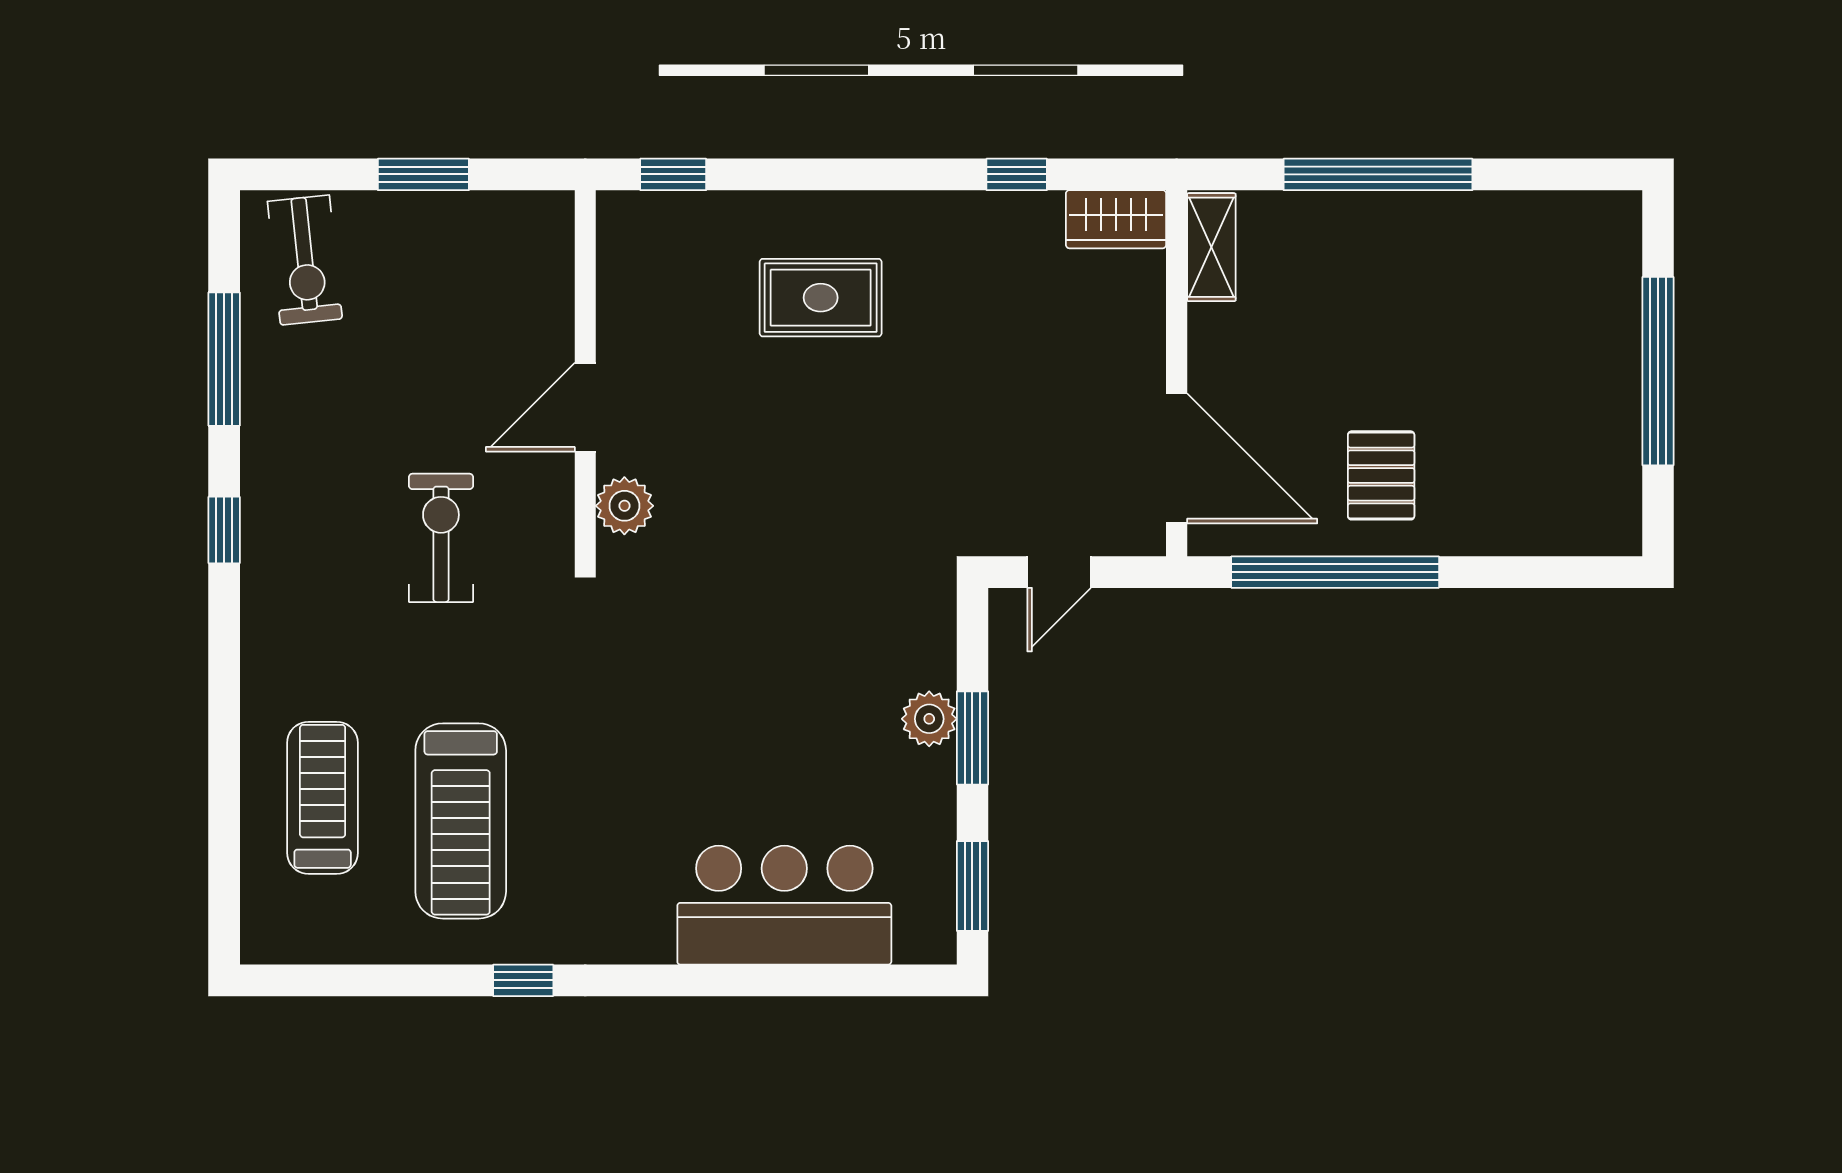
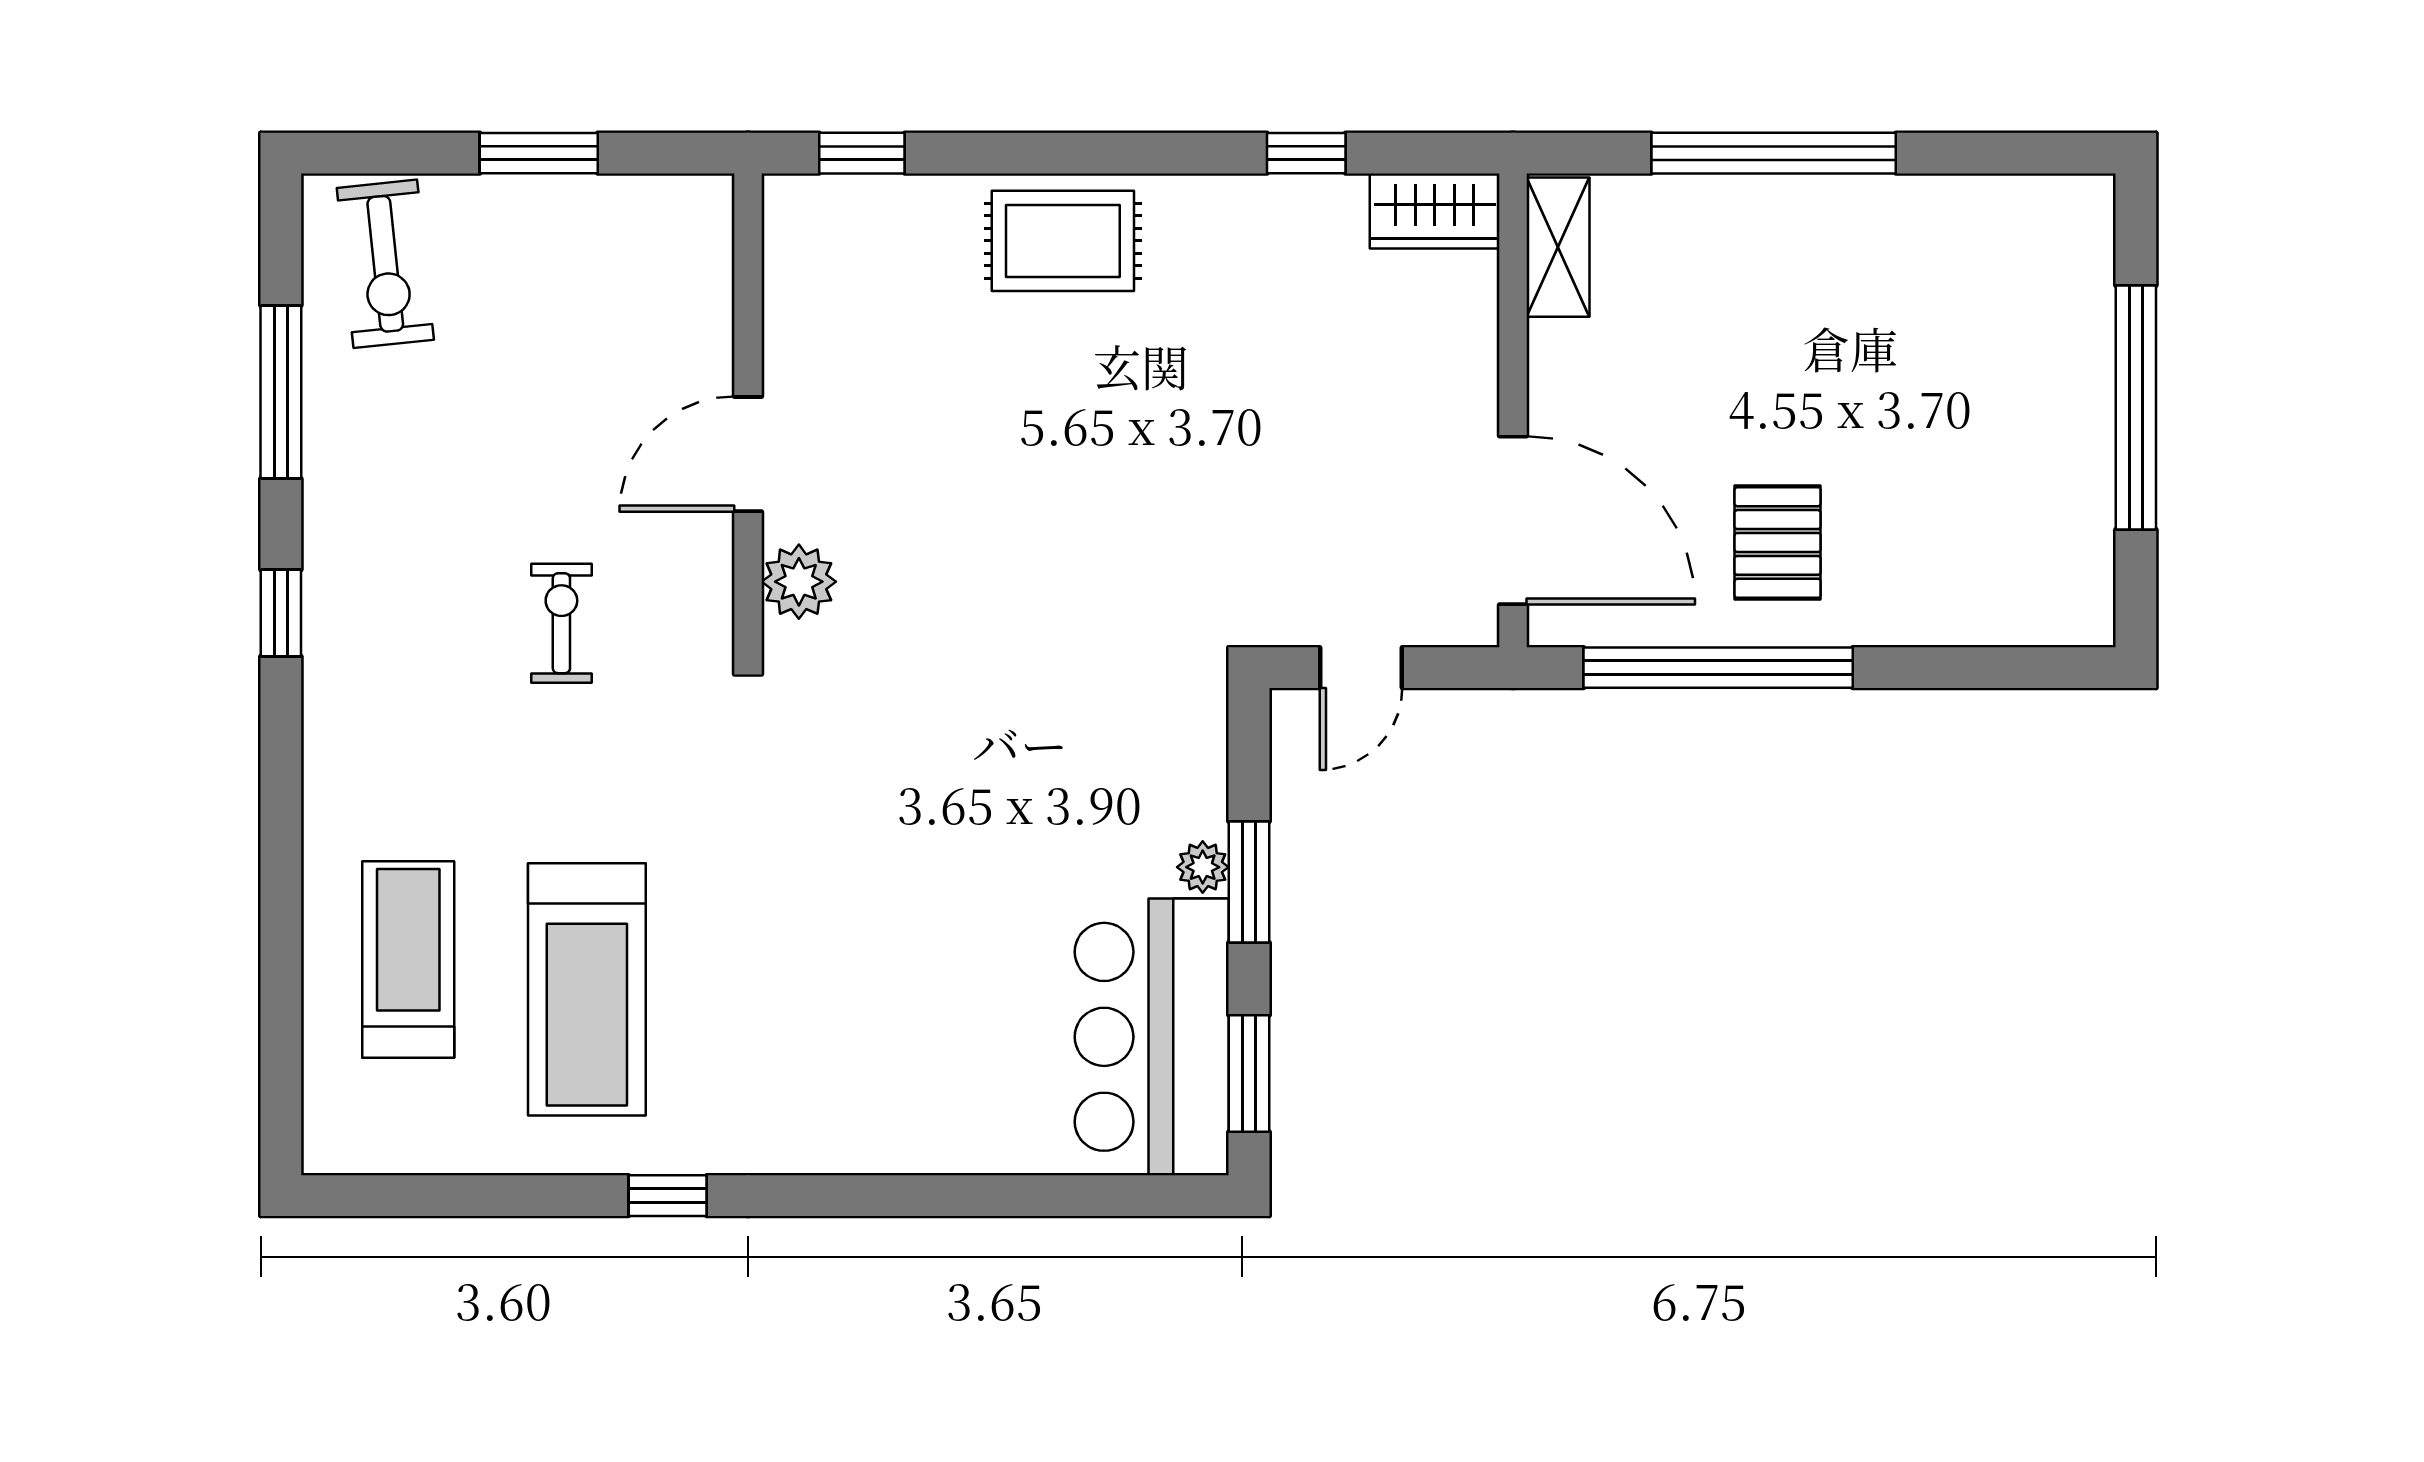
rug: (821, 298) -> (1063, 241), moved
exercise bike: (441, 538) -> (561, 623), width x0.73, depth x0.72
plant: (929, 719) -> (1203, 867), width x0.73, depth x0.73
bar counter: (784, 905) -> (1152, 1037), moved, turned -90

